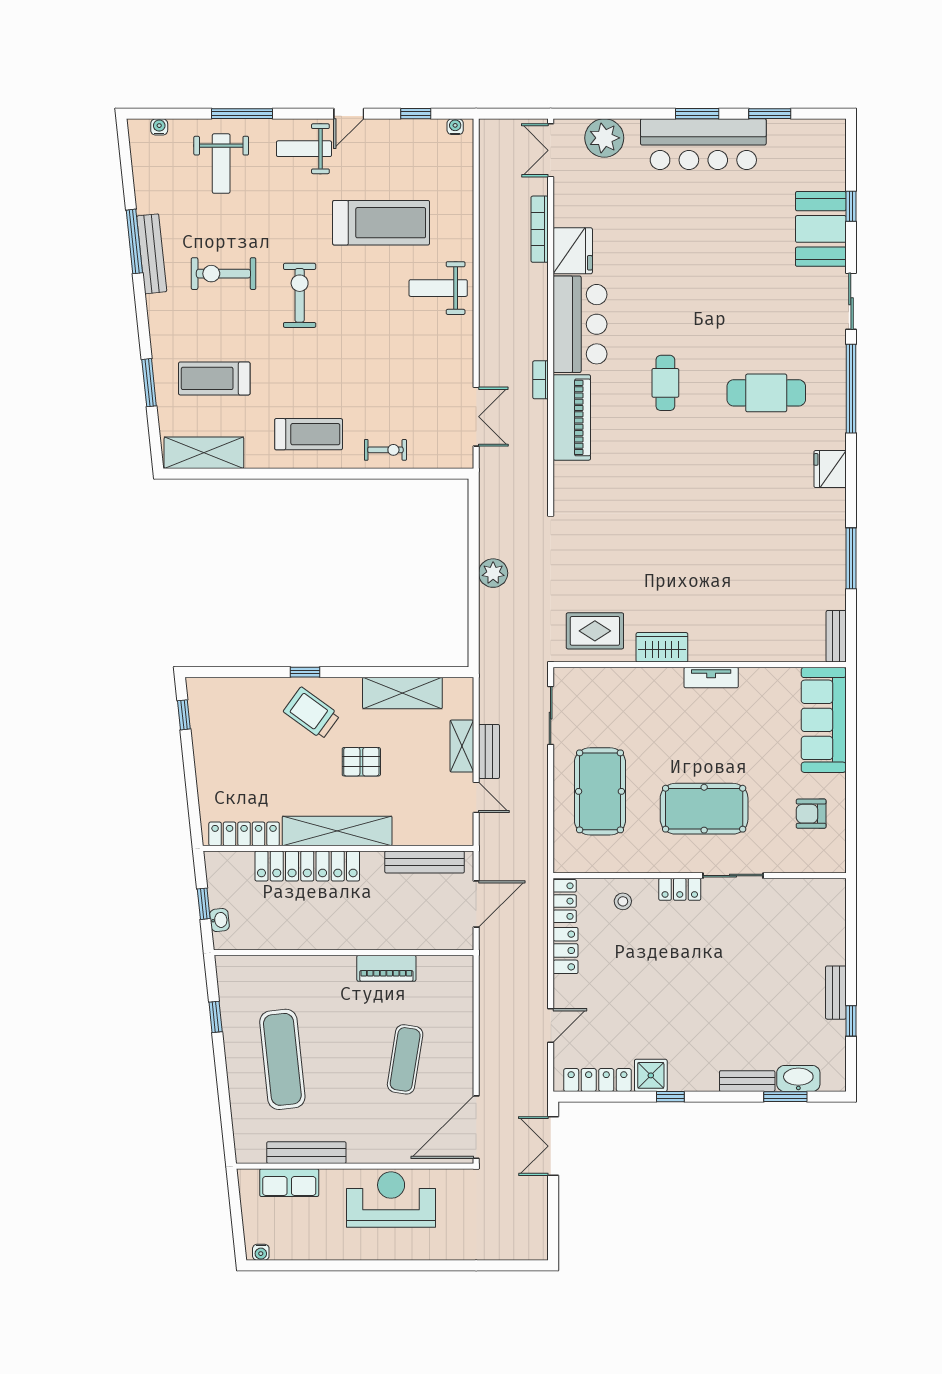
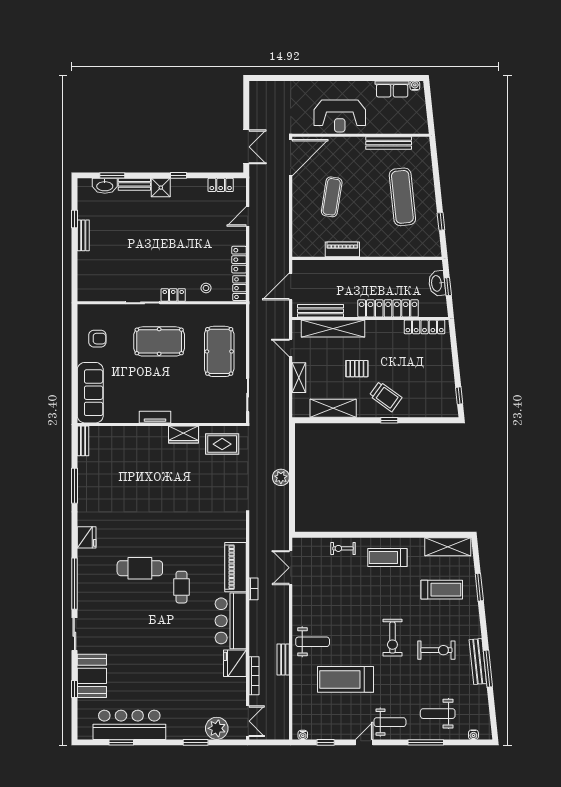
window: (697, 114) -> (196, 742), moved
bar counter: (703, 144) -> (129, 725), moved
weight bench: (221, 164) -> (438, 714), turned -90
cafe table: (766, 393) -> (140, 568), moved
bench: (489, 751) -> (283, 660), moved
shelving: (337, 831) -> (333, 329), moved
washbasin: (220, 920) -> (437, 283), width x1.91, depth x1.45
shower: (651, 1075) -> (161, 188), moved
locker: (597, 1080) -> (221, 185), width x0.66
row of seats: (289, 1183) -> (392, 89), moved, turned 180

